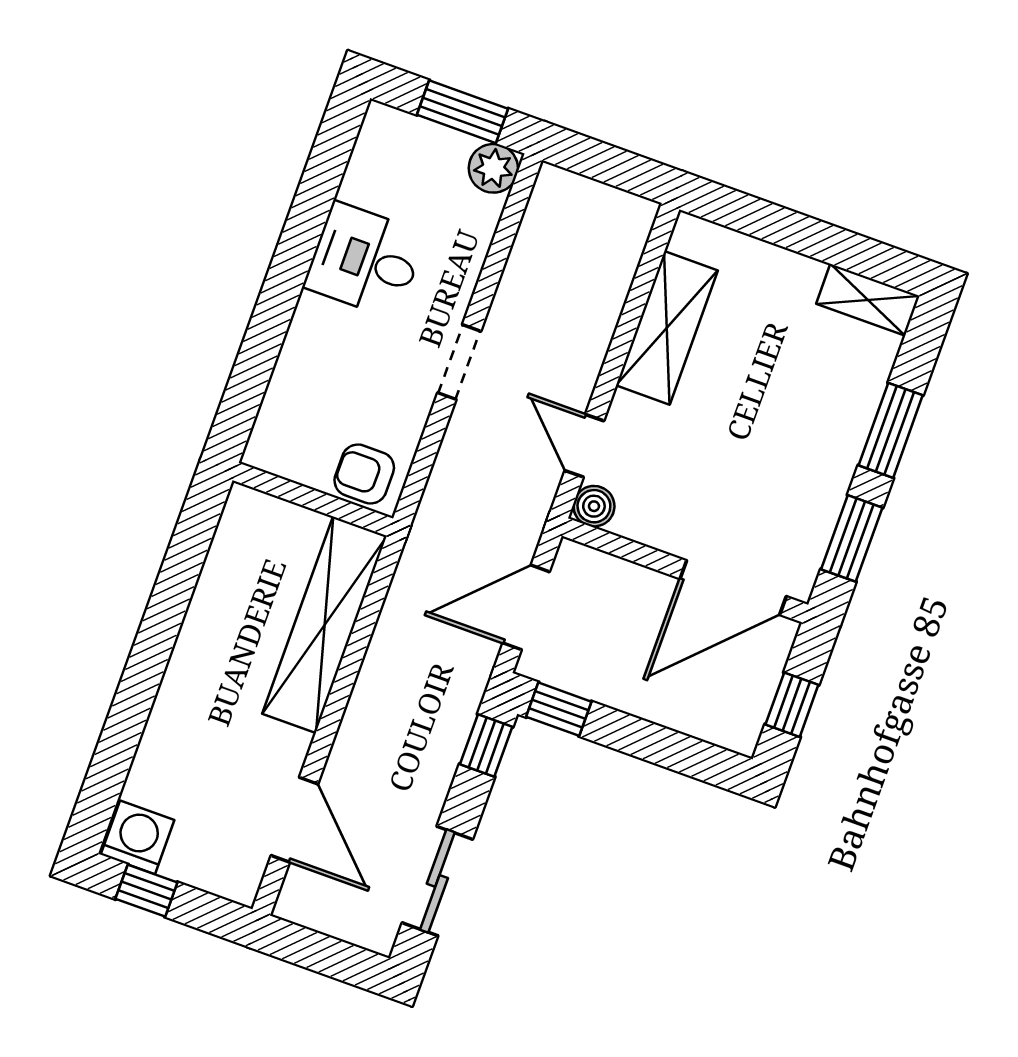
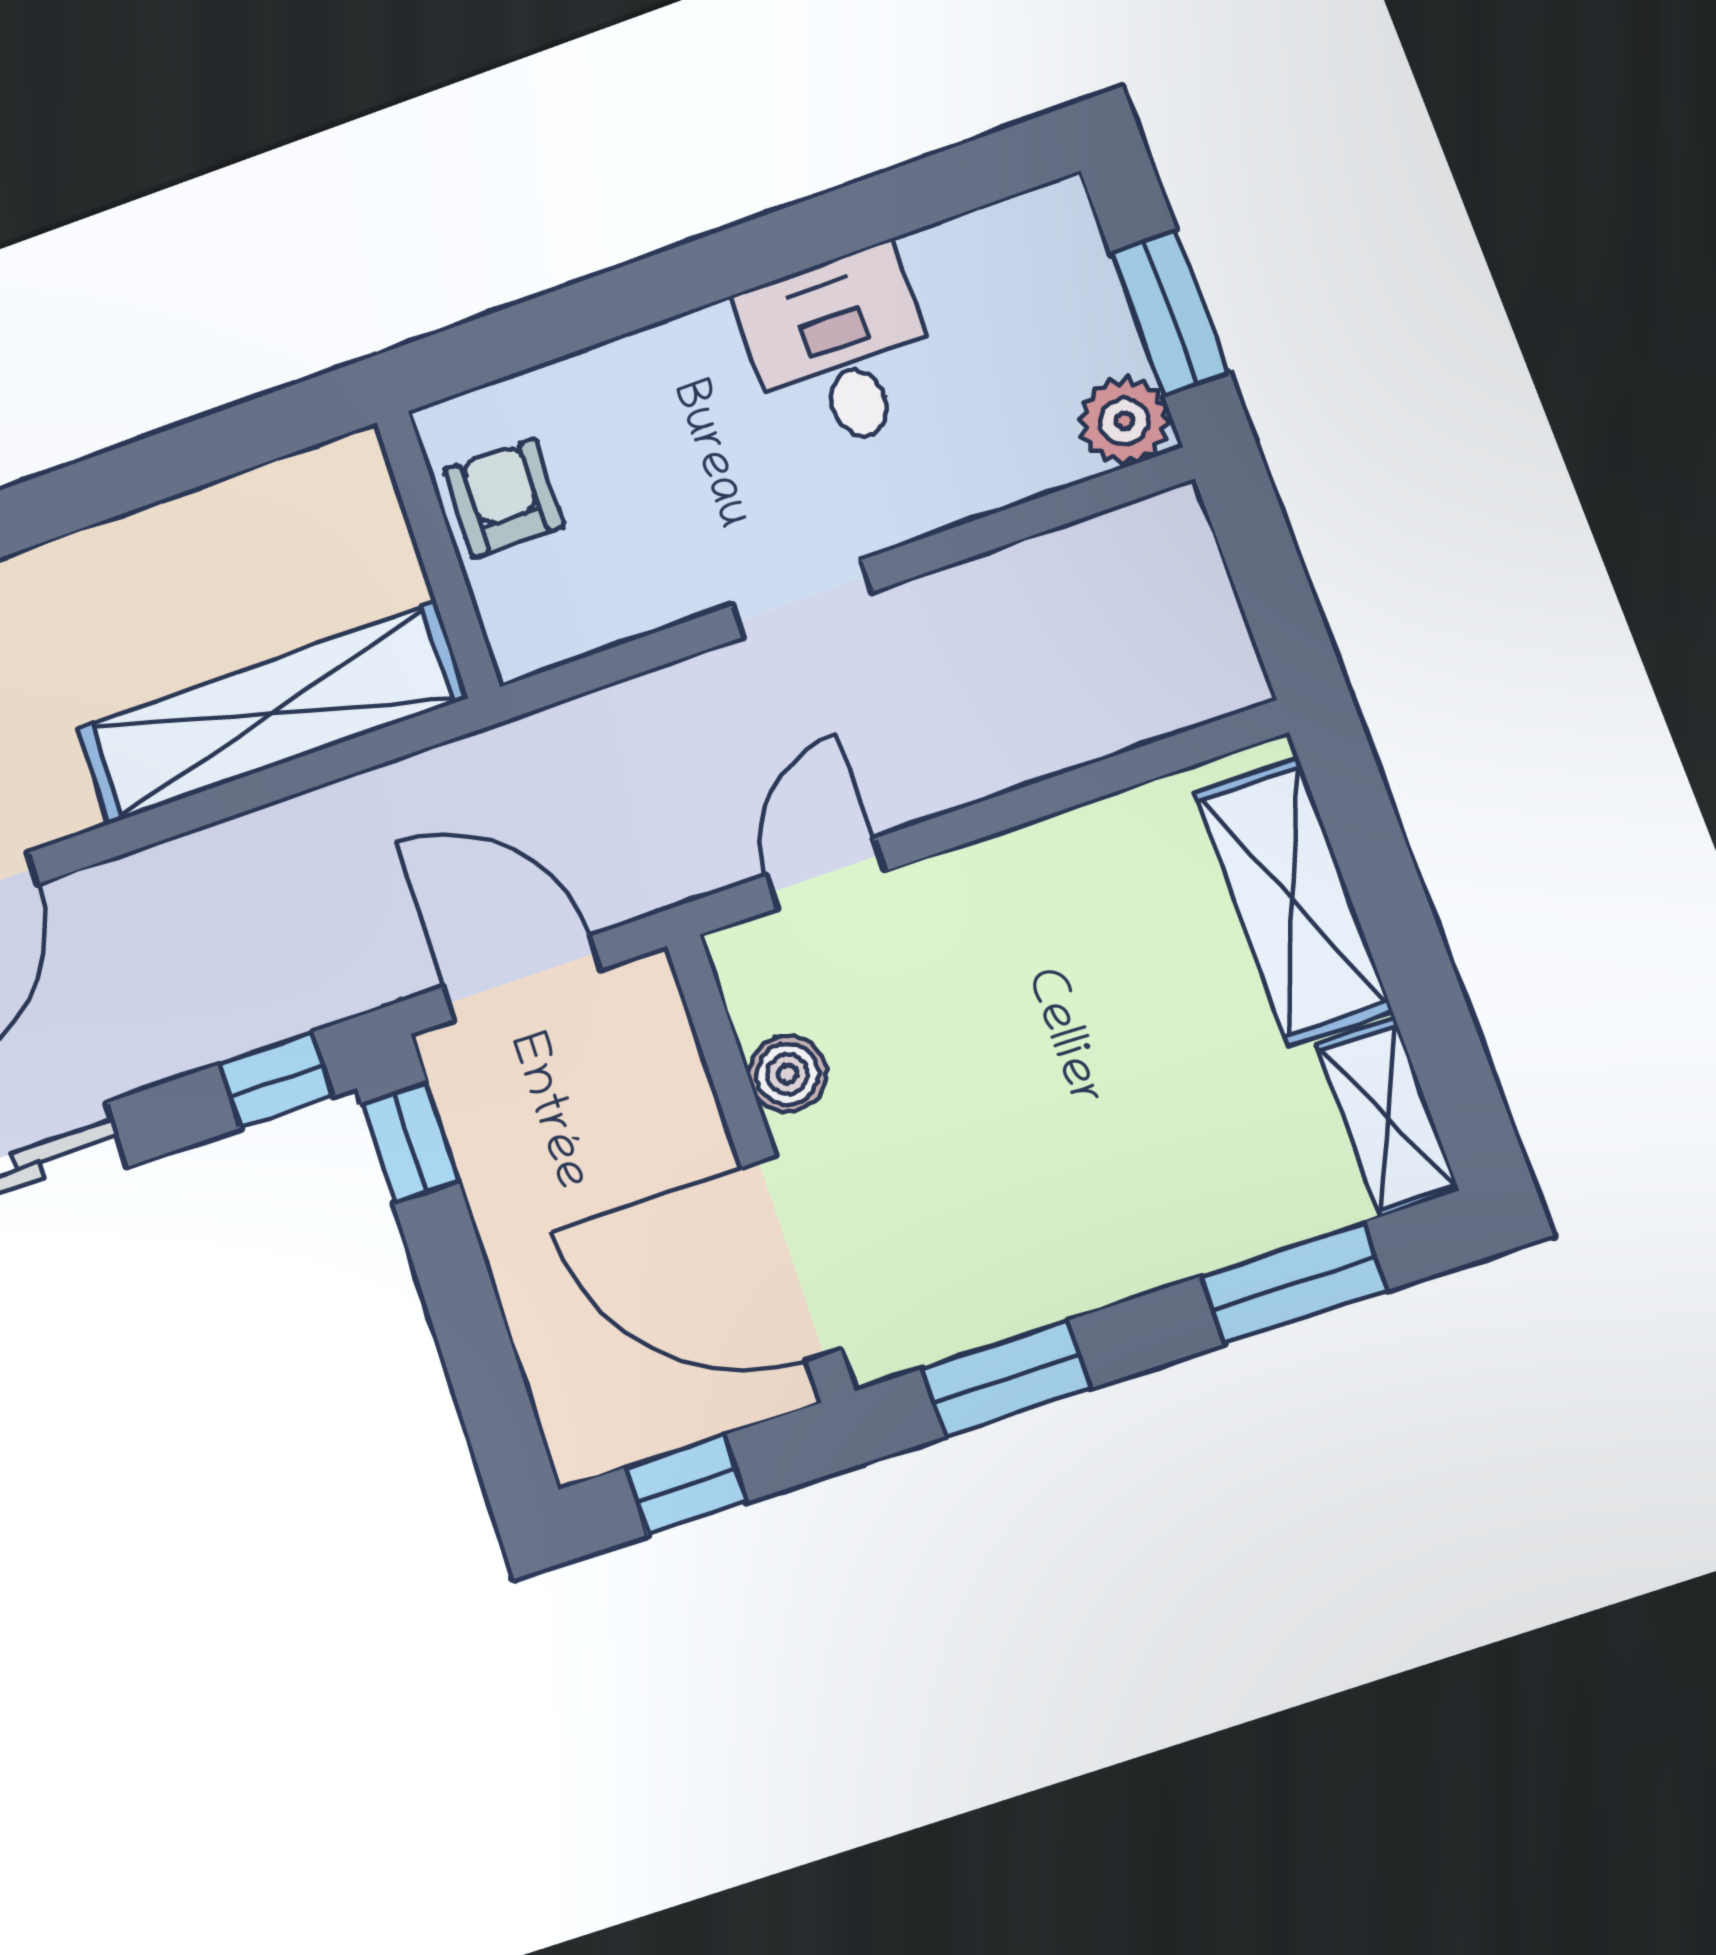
shelving: (667, 328) -> (1293, 901), moved, turned 90
window: (891, 430) -> (1294, 1283), moved
armchair: (364, 474) -> (504, 498), moved
boiler: (594, 506) -> (787, 1074), moved

